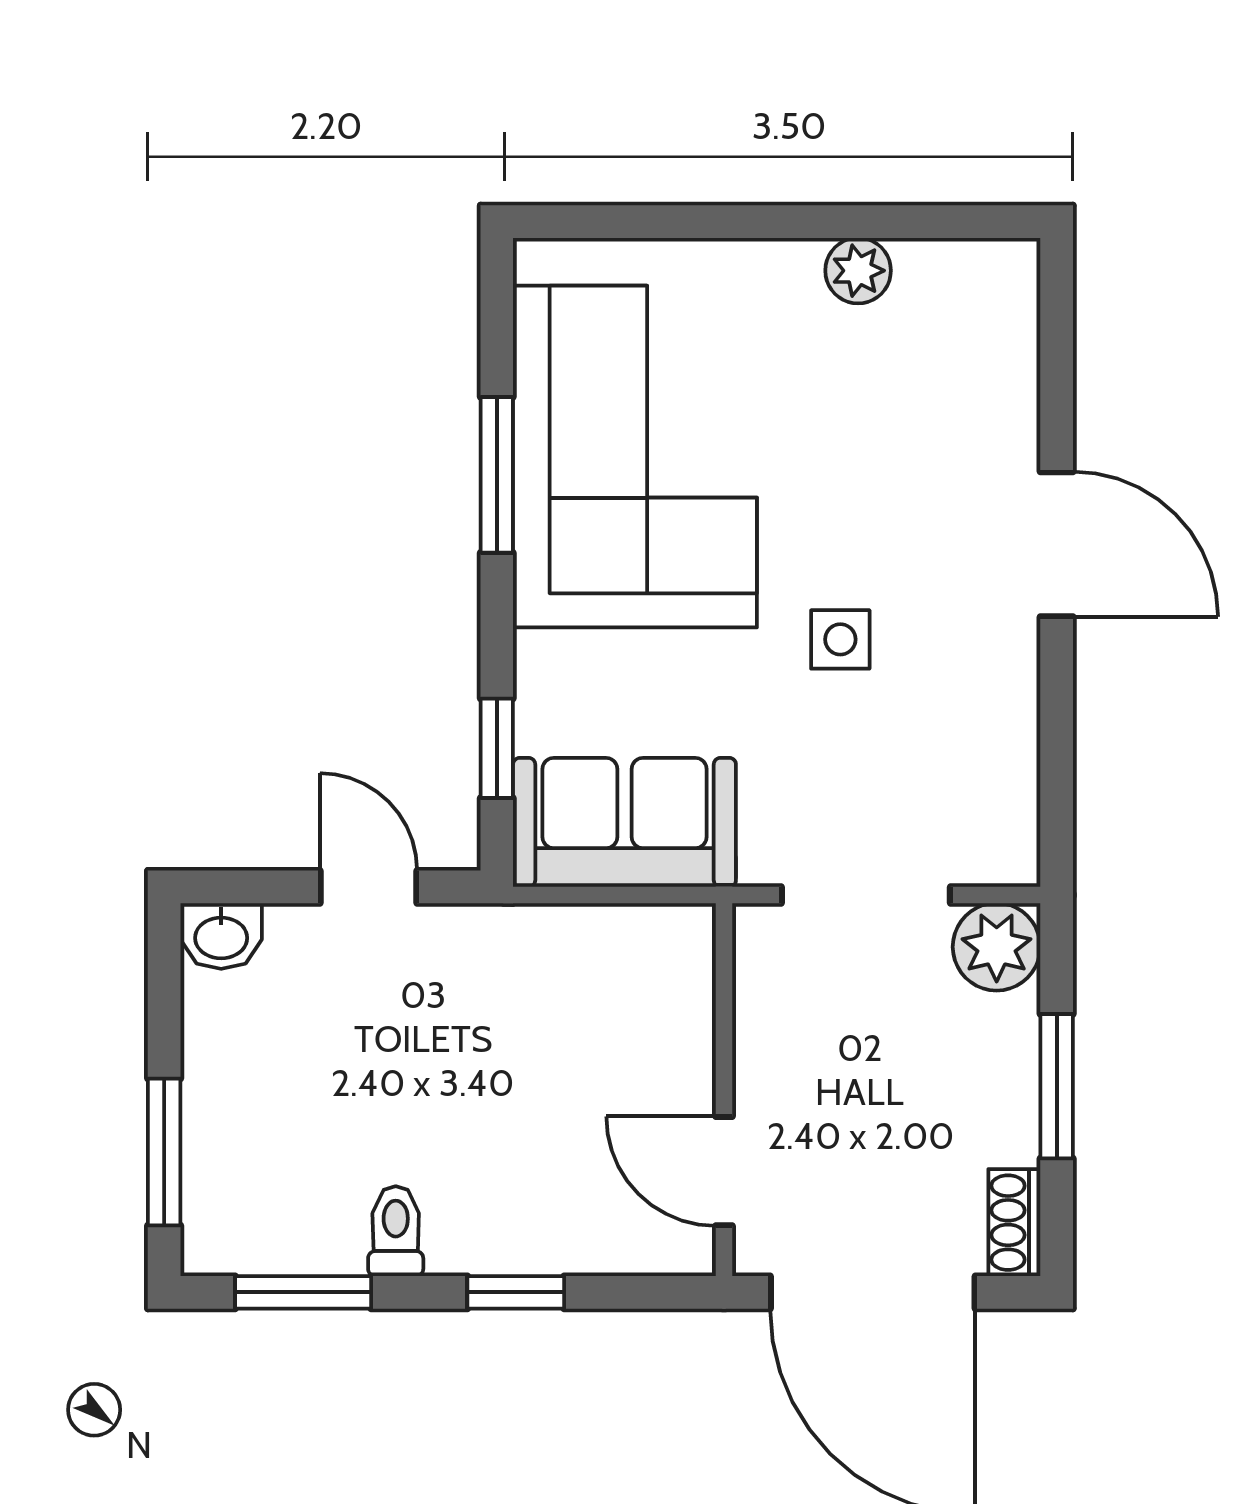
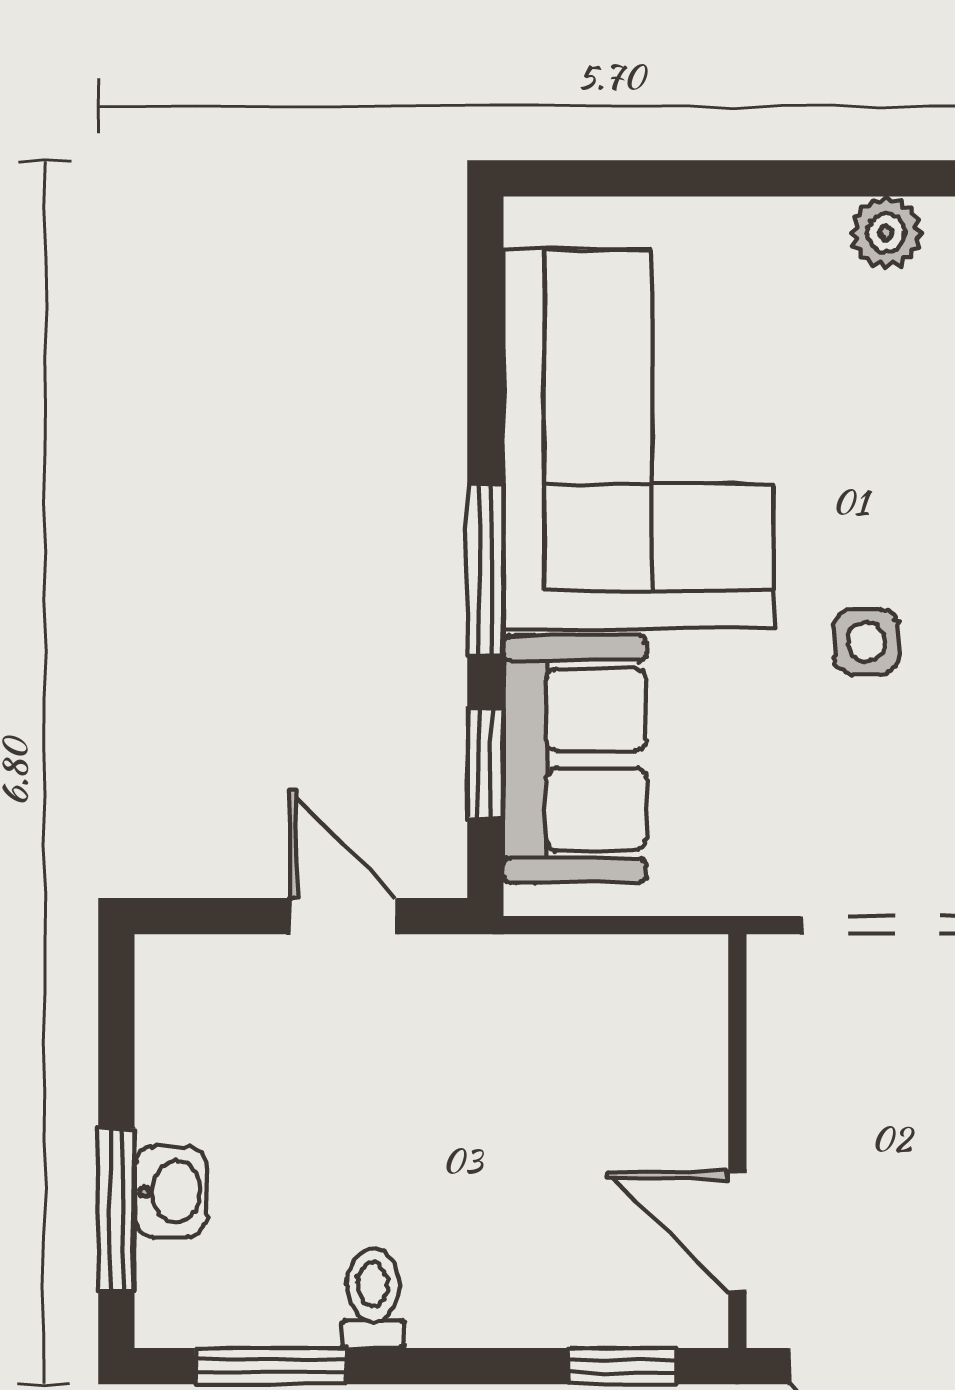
window: (497, 475) -> (485, 570), moved
sofa: (624, 822) -> (575, 759), moved, turned 90
washbasin: (221, 936) -> (171, 1192), moved, turned -90
window: (516, 1292) -> (623, 1366), moved

